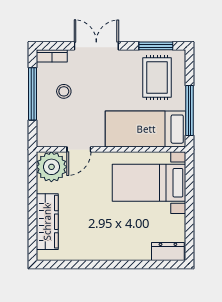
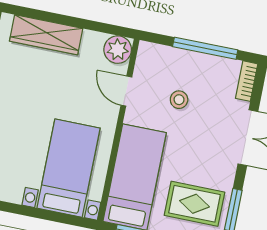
stool: (64, 91) -> (179, 100), moved
plant: (51, 167) -> (118, 50), width x0.73, depth x0.73

